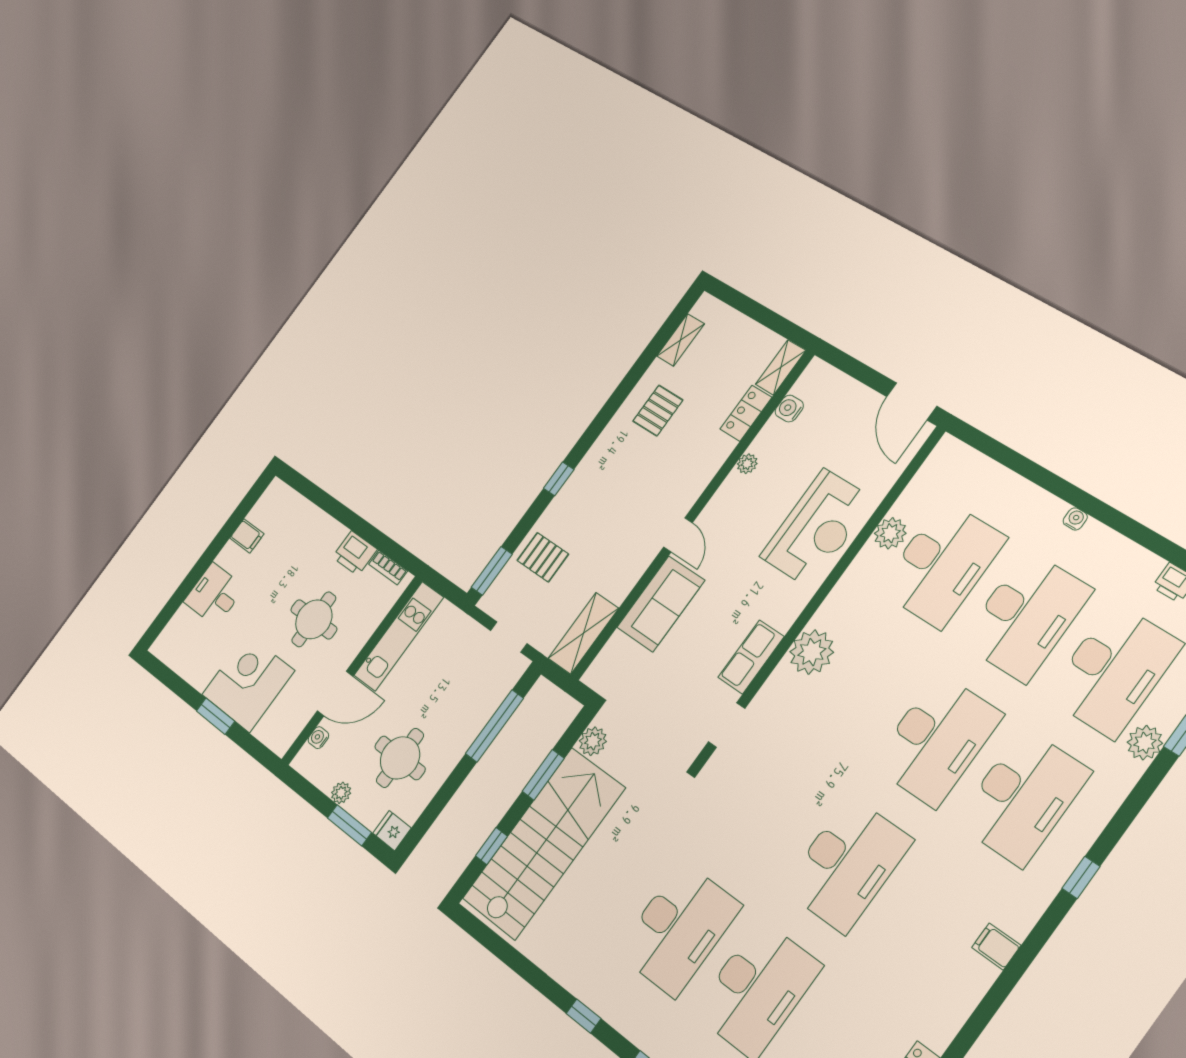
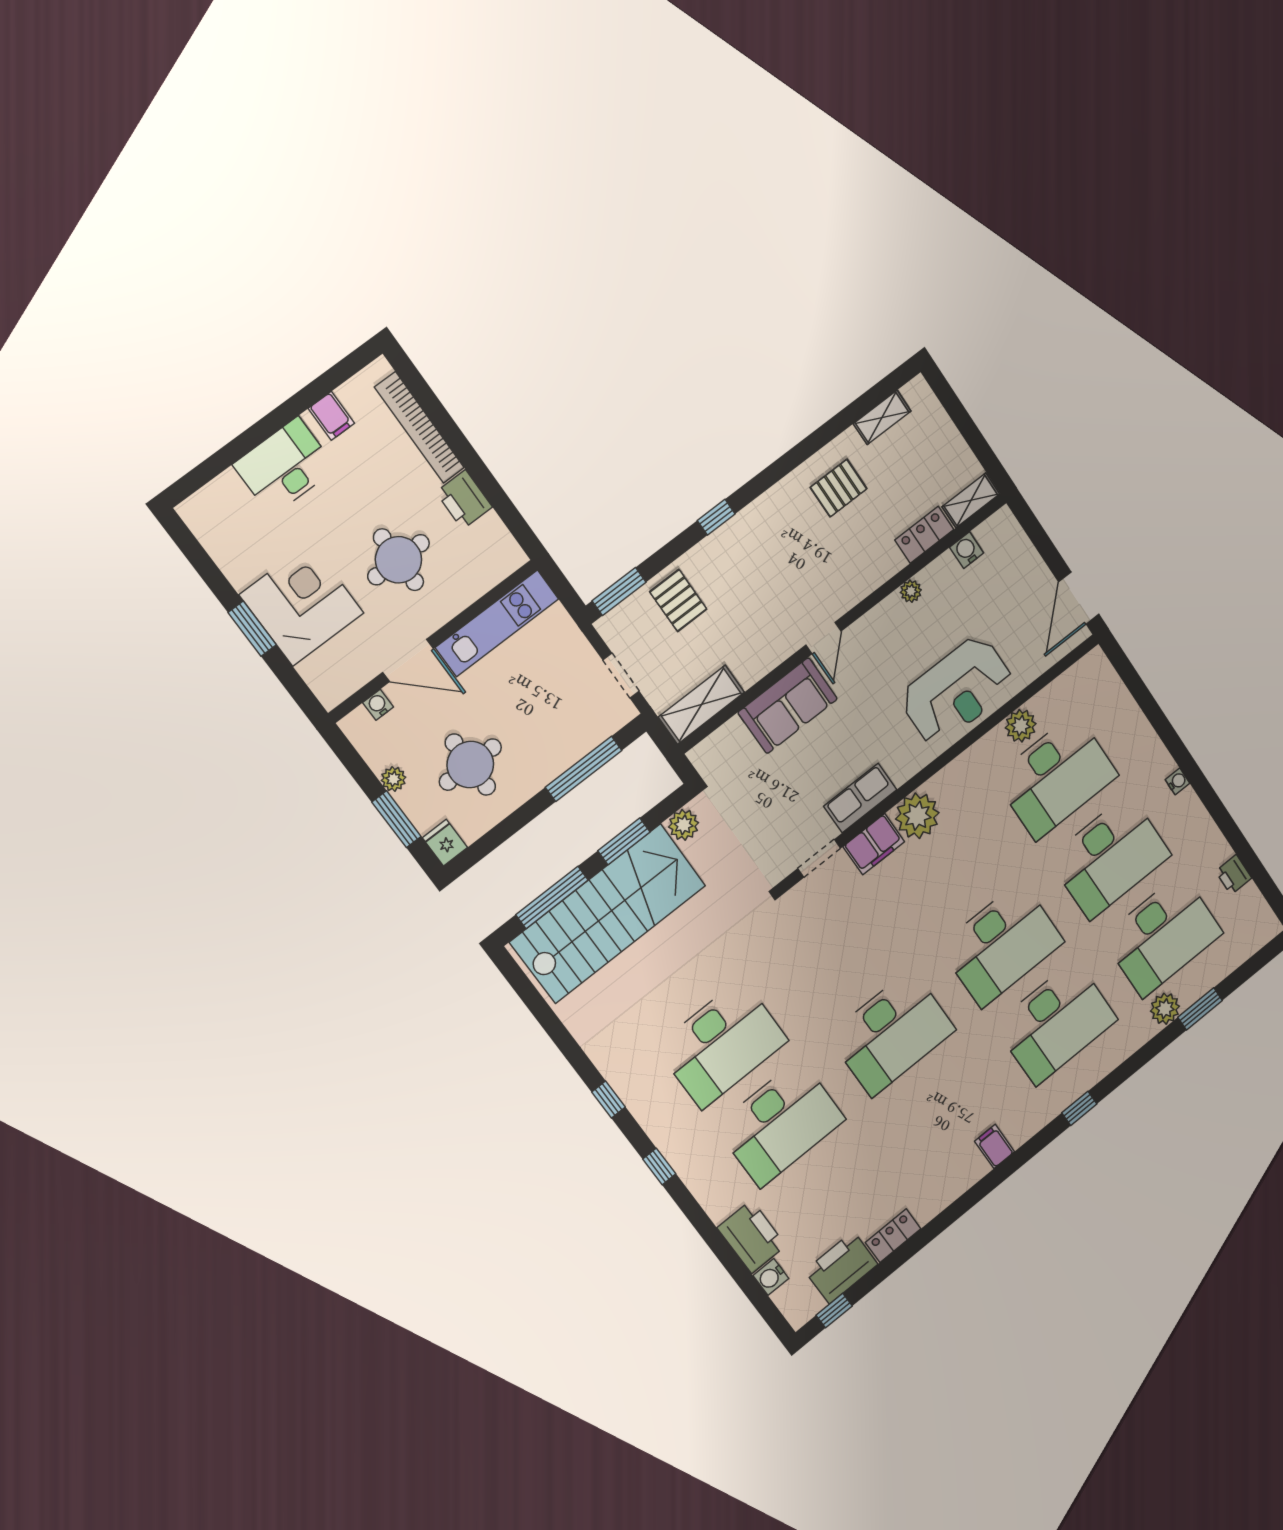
bookcase: (388, 568) -> (420, 428), moved, width x2.31, depth x1.31
desk: (214, 594) -> (285, 467), width x1.37
filing cabinet: (776, 693) -> (874, 844), added
window: (491, 846) -> (552, 897), width x2.17

